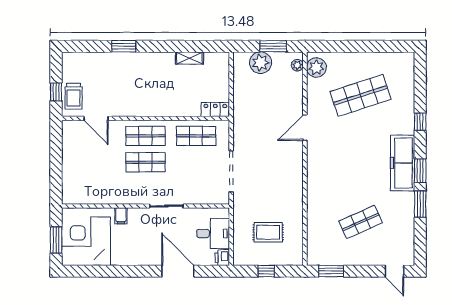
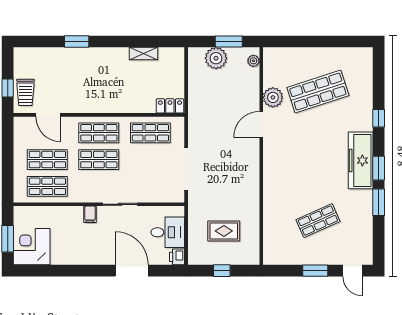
plant: (316, 68) -> (273, 97), moved
shop shelf: (95, 162) -> (47, 160), added
shop shelf: (95, 188) -> (47, 186), added
filing cabinet: (121, 216) -> (90, 214), moved
corner desk: (86, 241) -> (32, 247), width x0.74, depth x0.74
window: (331, 271) -> (315, 271), moved

